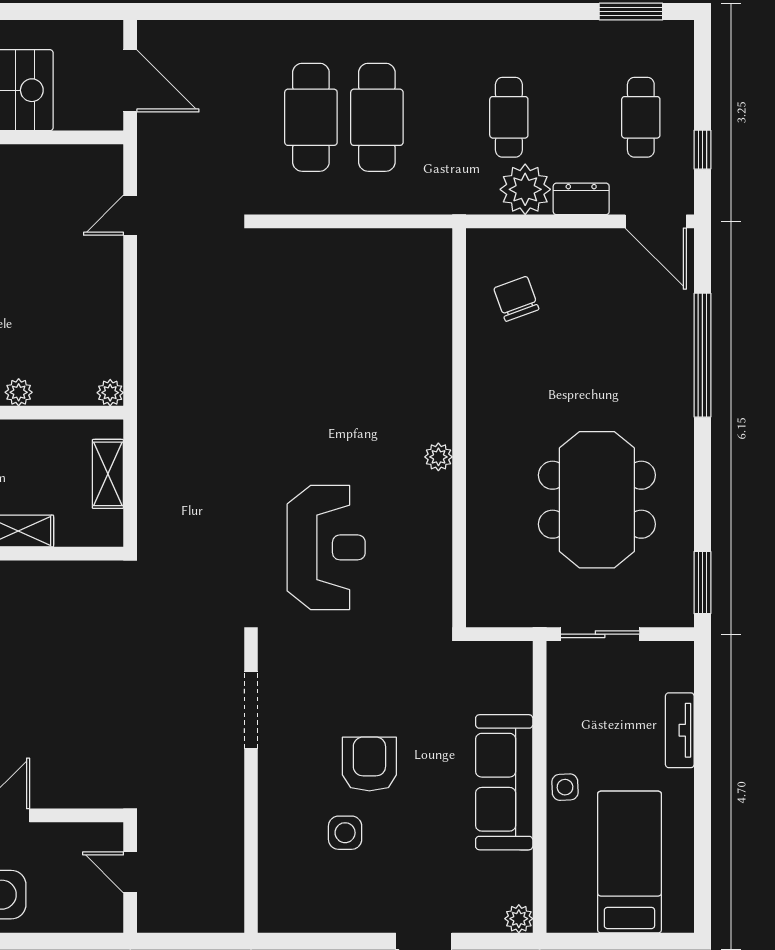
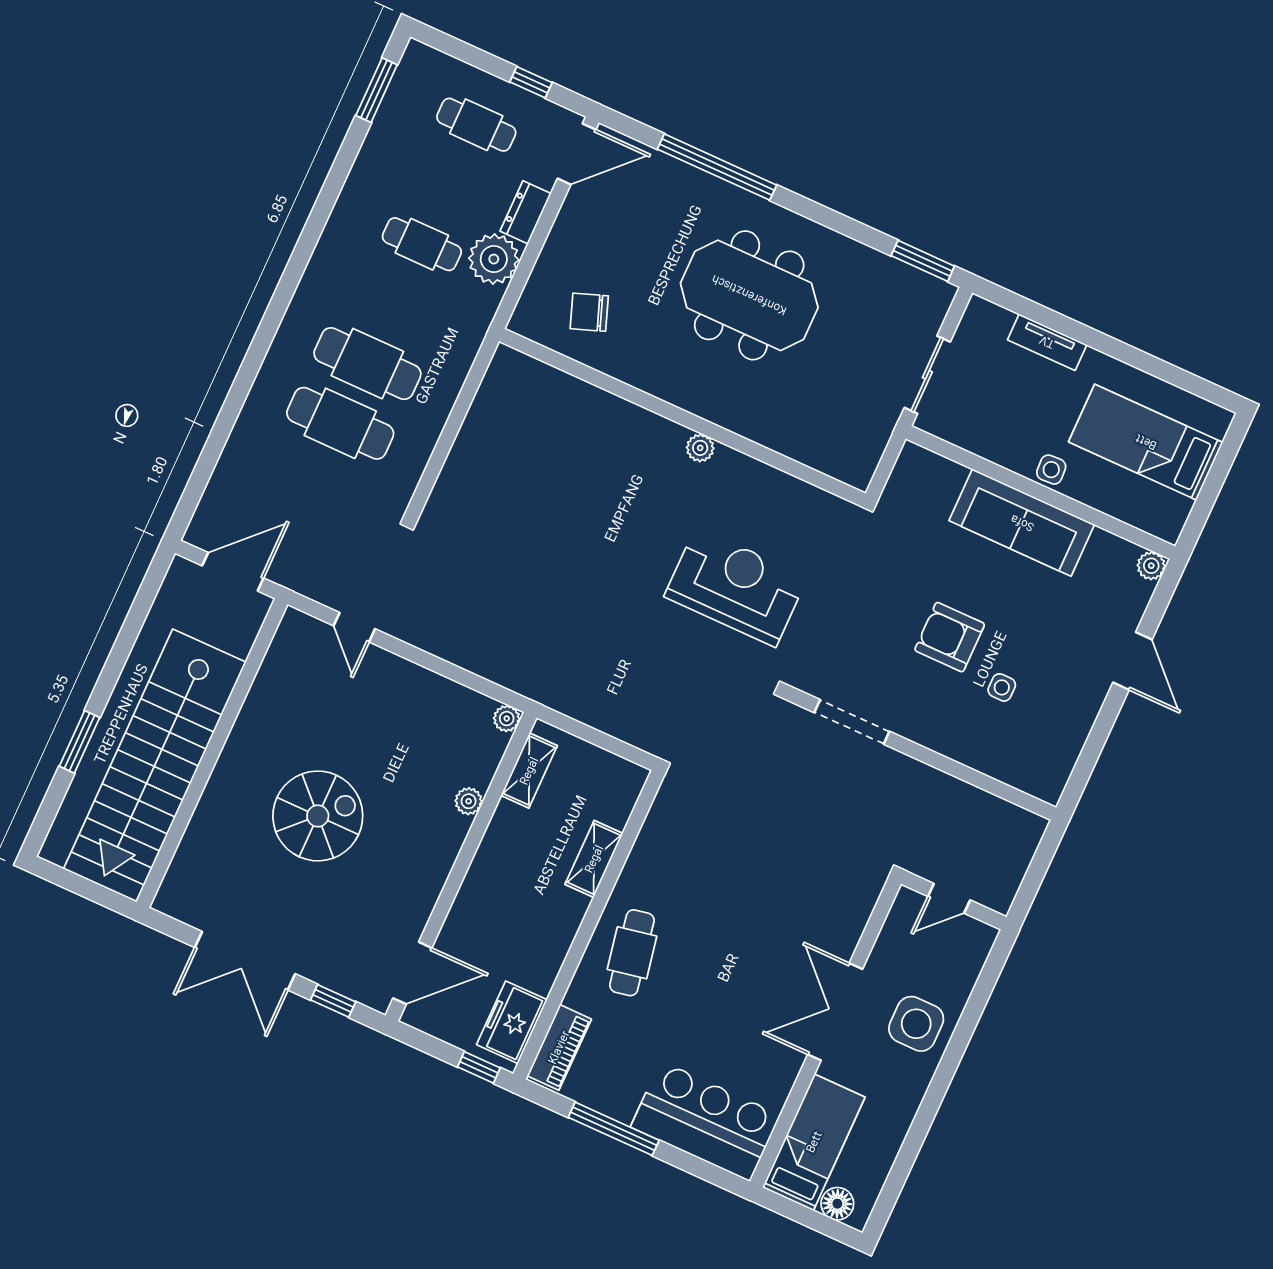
shelving: (108, 474) -> (529, 771), moved, turned 90
meeting table: (597, 500) -> (749, 295), moved
side table: (345, 833) -> (1002, 687), width x0.73, depth x0.73

